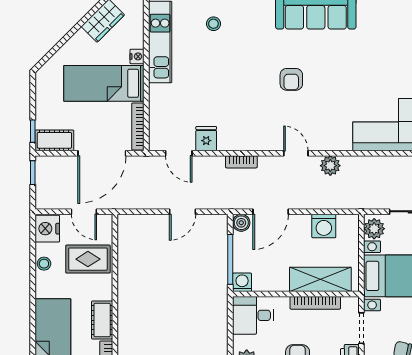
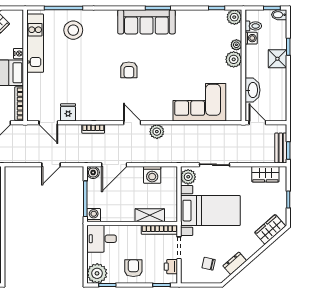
stool: (213, 24) -> (73, 30), width x1.89, depth x1.89
shelving: (320, 279) -> (150, 215), width x0.67, depth x0.75
bookcase: (315, 303) -> (159, 230), moved

